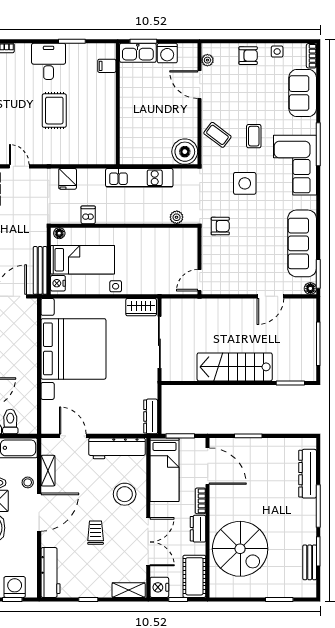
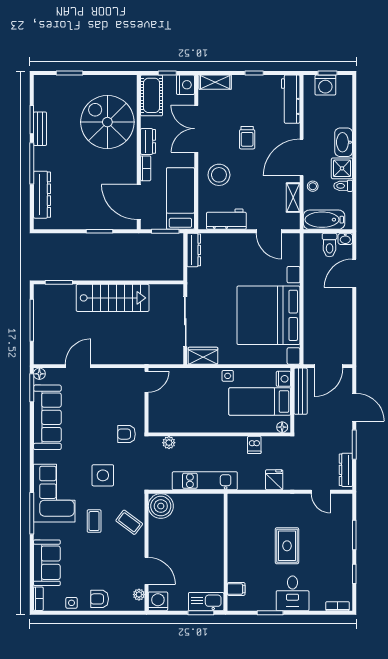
washing machine: (167, 53) -> (158, 601), moved
workbench: (117, 448) -> (226, 219), width x0.73
bench: (310, 562) -> (40, 129), moved

